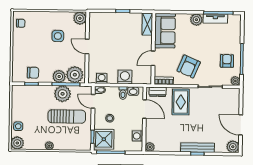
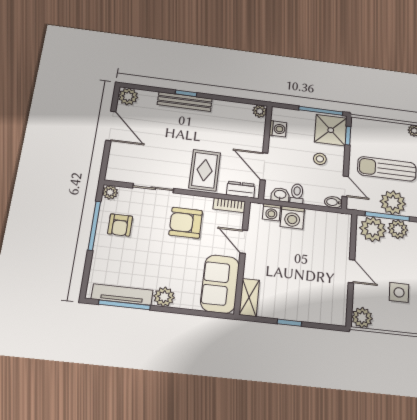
tv unit: (215, 19) -> (122, 295), width x1.41
door: (153, 58) -> (244, 242), swing flipped
armchair: (189, 66) -> (186, 223), turned -113
washing machine: (102, 78) -> (272, 212), moved

